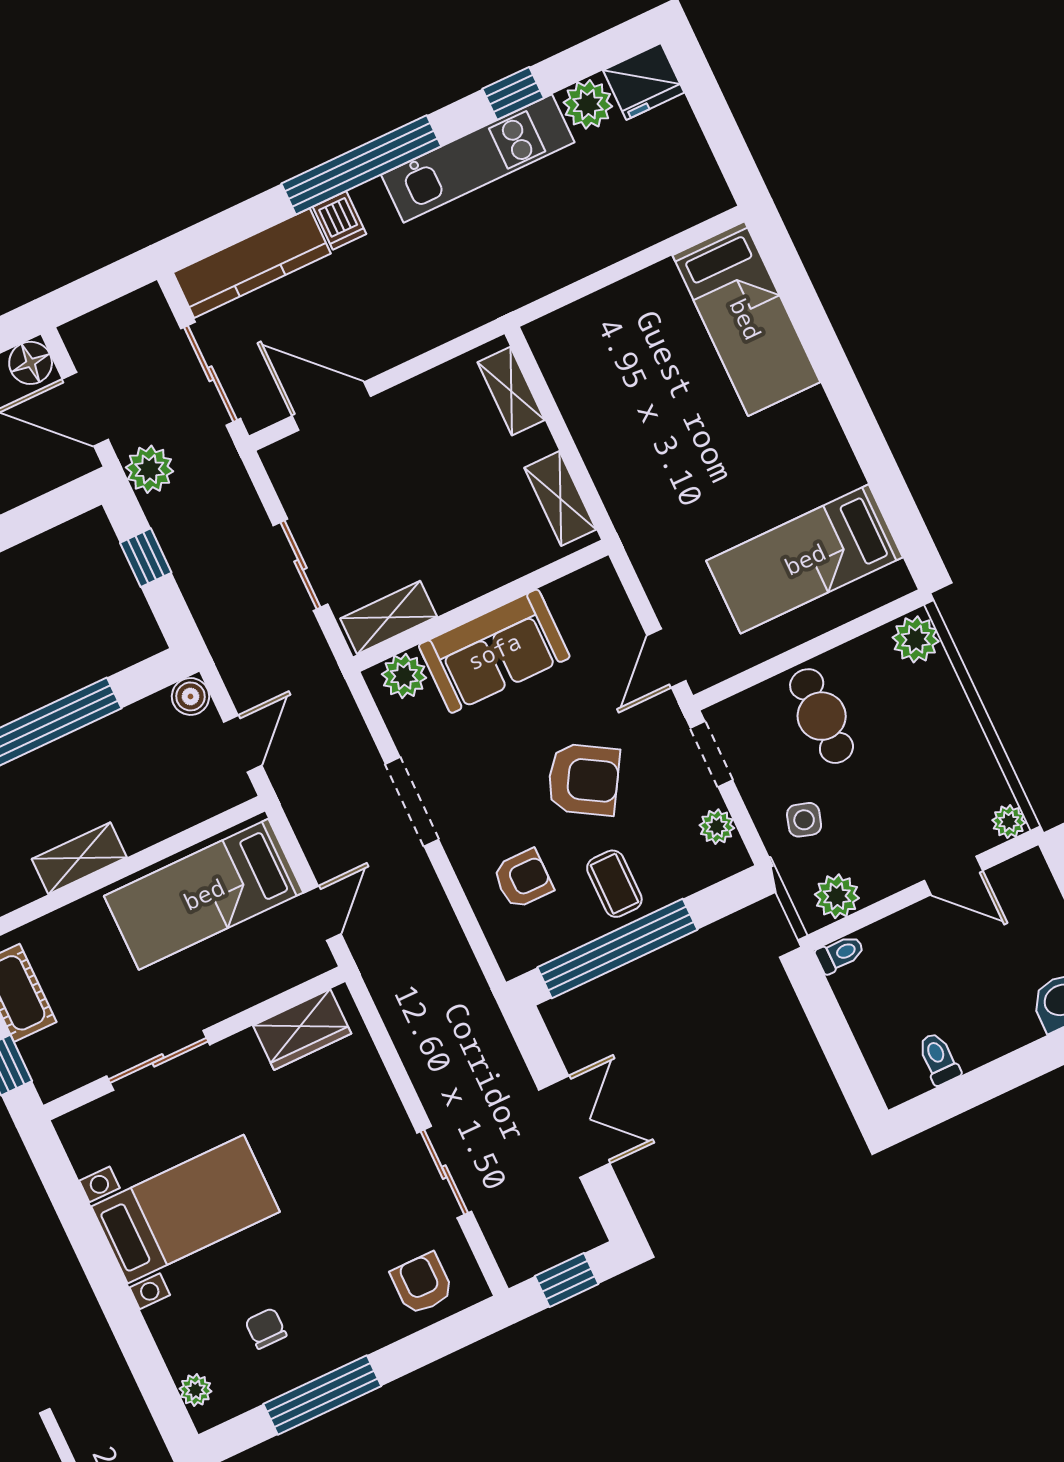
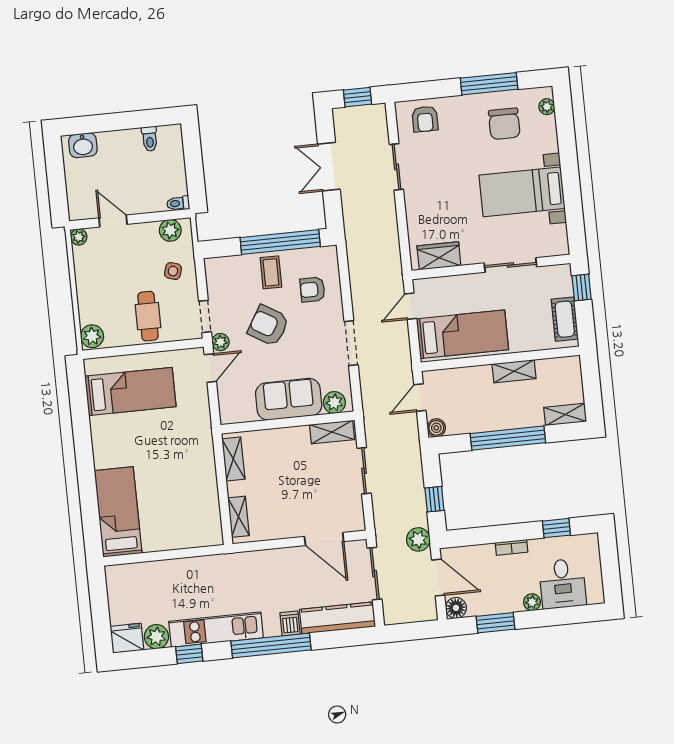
plant: (717, 827) -> (220, 342), moved
chair: (266, 1328) -> (504, 124), width x1.87, depth x1.87

